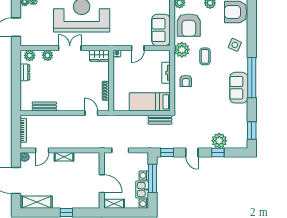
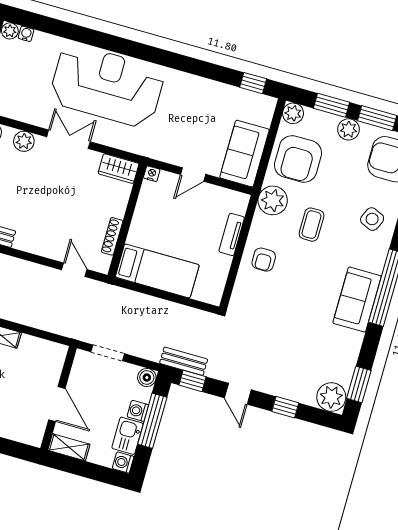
bed: (150, 102) -> (157, 271), moved, turned 180
bench: (160, 120) -> (184, 361), moved
plant: (219, 141) -> (331, 397), moved
boiler: (144, 157) -> (147, 377), added

